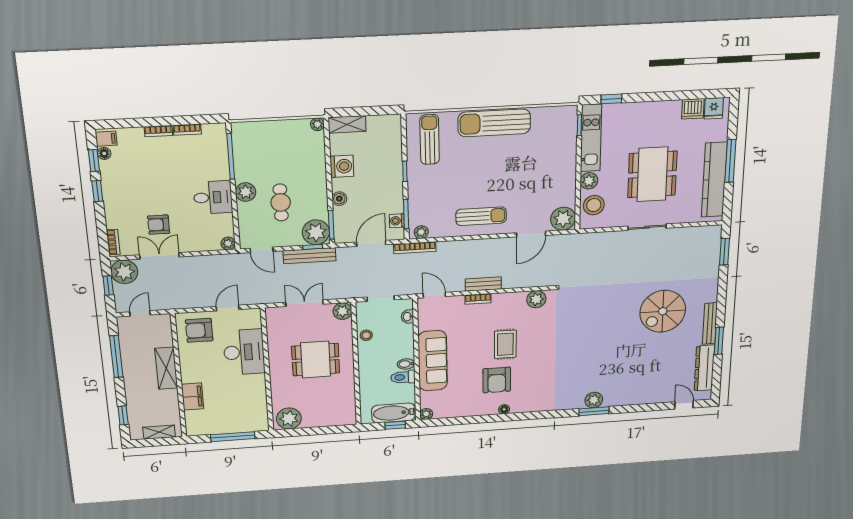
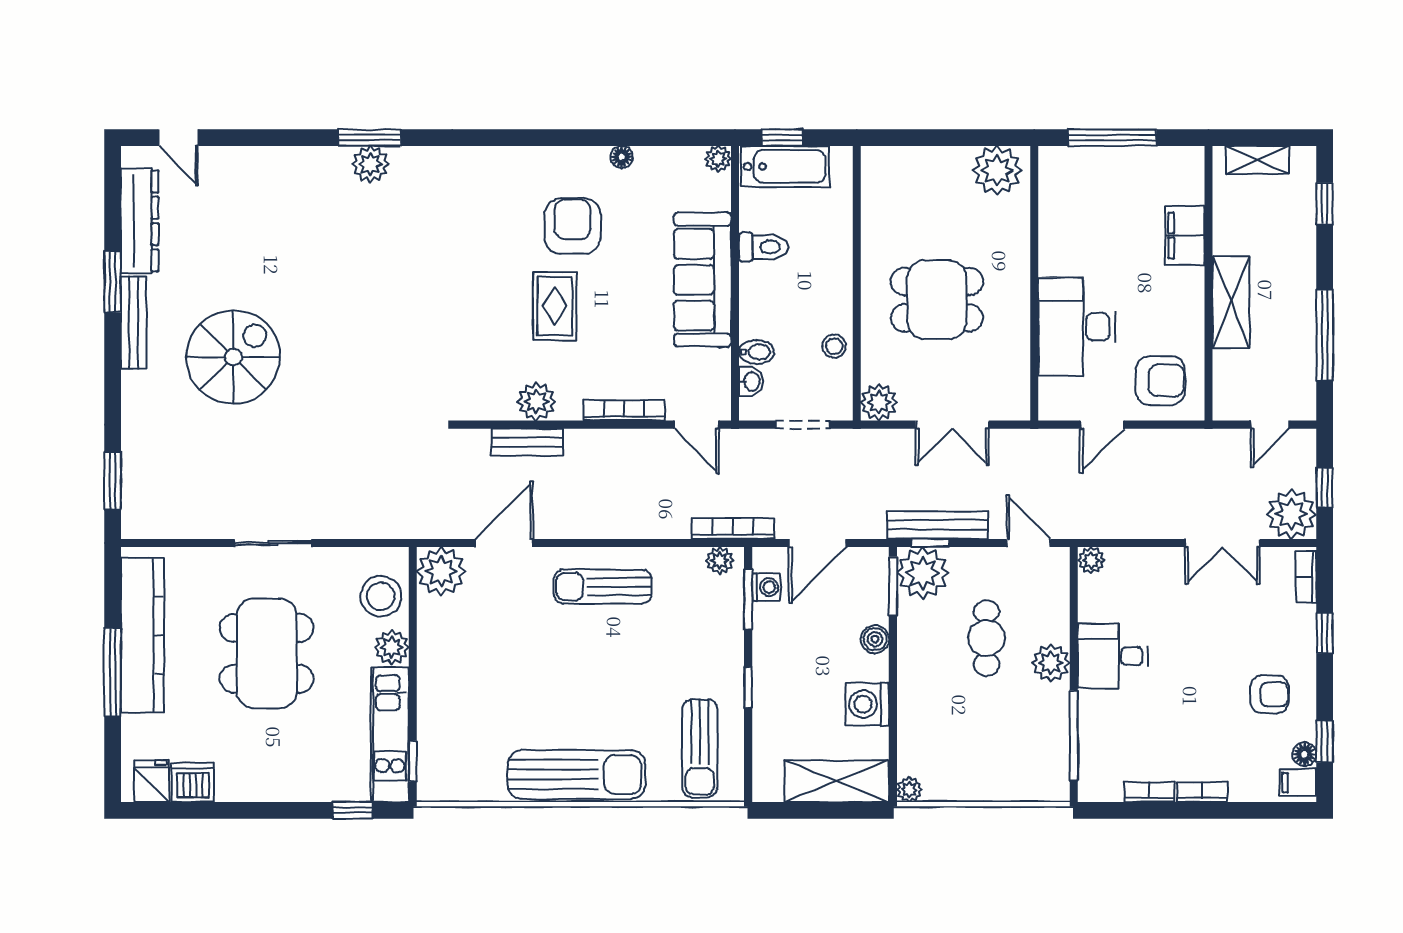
shelving: (347, 124) -> (837, 781), width x1.50, depth x1.33
window: (97, 191) -> (1325, 633), moved
armchair: (159, 225) -> (1270, 694), moved
bench: (483, 284) -> (527, 442), moved
bookcase: (478, 299) -> (624, 410), width x1.56
plant: (536, 299) -> (536, 402), moved
bidet: (406, 364) -> (757, 352), moved
floor lamp: (504, 409) -> (622, 157), moved

